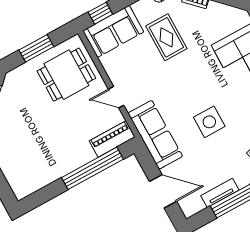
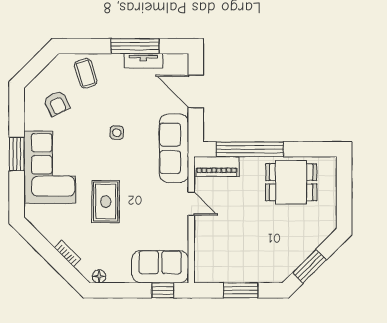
rug: (166, 37) -> (106, 202), moved
dining table: (66, 75) -> (291, 182), moved
side table: (209, 122) -> (117, 133), width x0.54, depth x0.54

